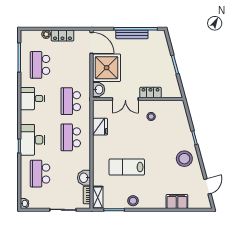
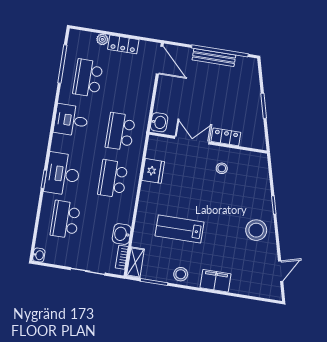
shower: (107, 68) -> (174, 96), removed
double door: (125, 99) -> (192, 140), swing flipped
filing cabinet: (177, 201) -> (215, 281), moved

